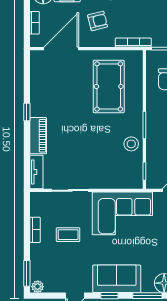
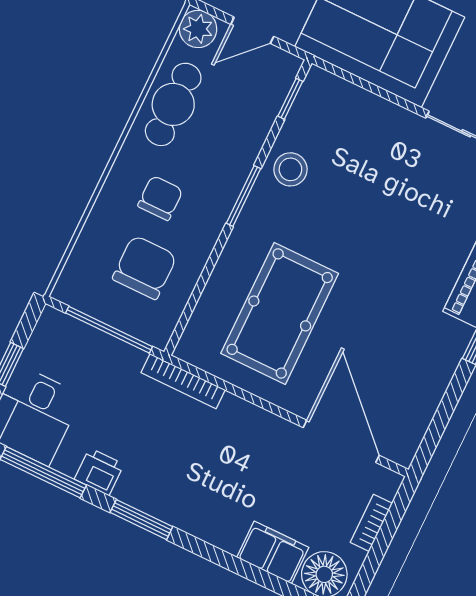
armchair: (98, 21) -> (237, 463), removed
door: (61, 49) -> (341, 441), swing flipped

